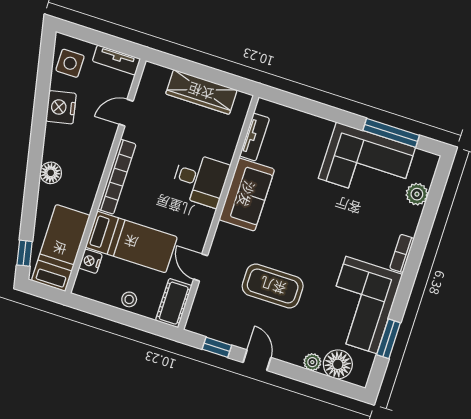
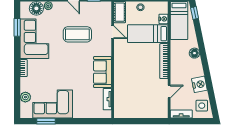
wardrobe: (201, 92) -> (138, 112), removed
window: (391, 133) -> (46, 121), width x0.69
desk: (200, 180) -> (126, 72), removed

